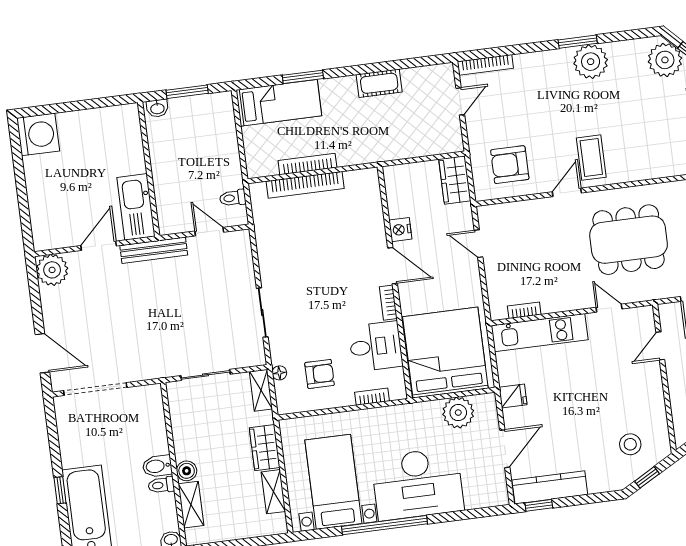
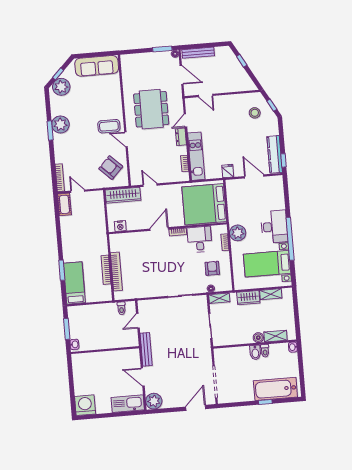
cot: (379, 83) -> (64, 204), moved
armchair: (510, 165) -> (111, 168), turned 134
wardrobe: (455, 180) -> (123, 195), width x1.50
kitchen sink: (136, 207) -> (128, 404), moved, turned 180
nightstand: (400, 230) -> (120, 226), moved
door: (478, 244) -> (150, 185), swing flipped
dresser: (576, 301) -> (181, 137), added
plant: (458, 413) -> (238, 233), moved
desk: (418, 484) -> (274, 227), width x0.73, depth x0.77

